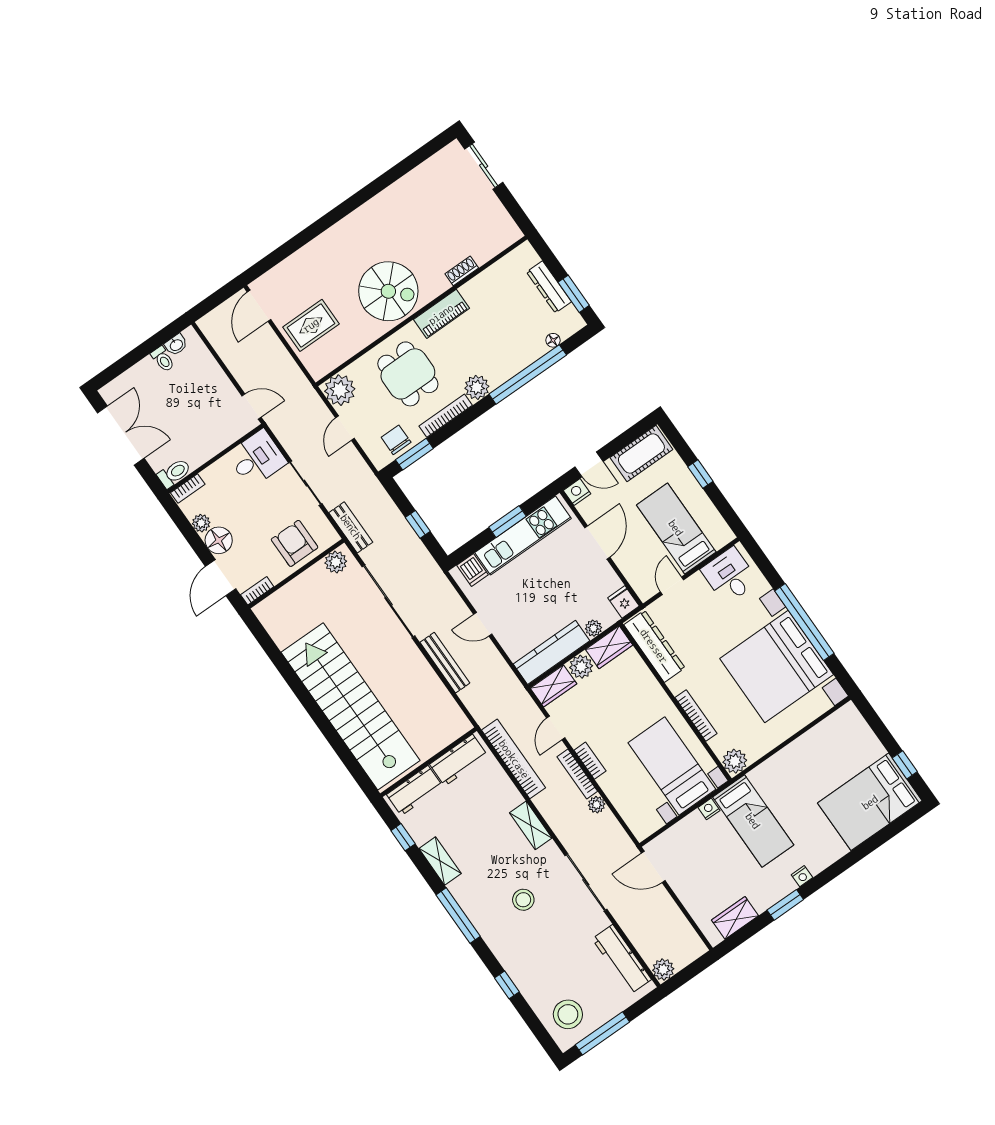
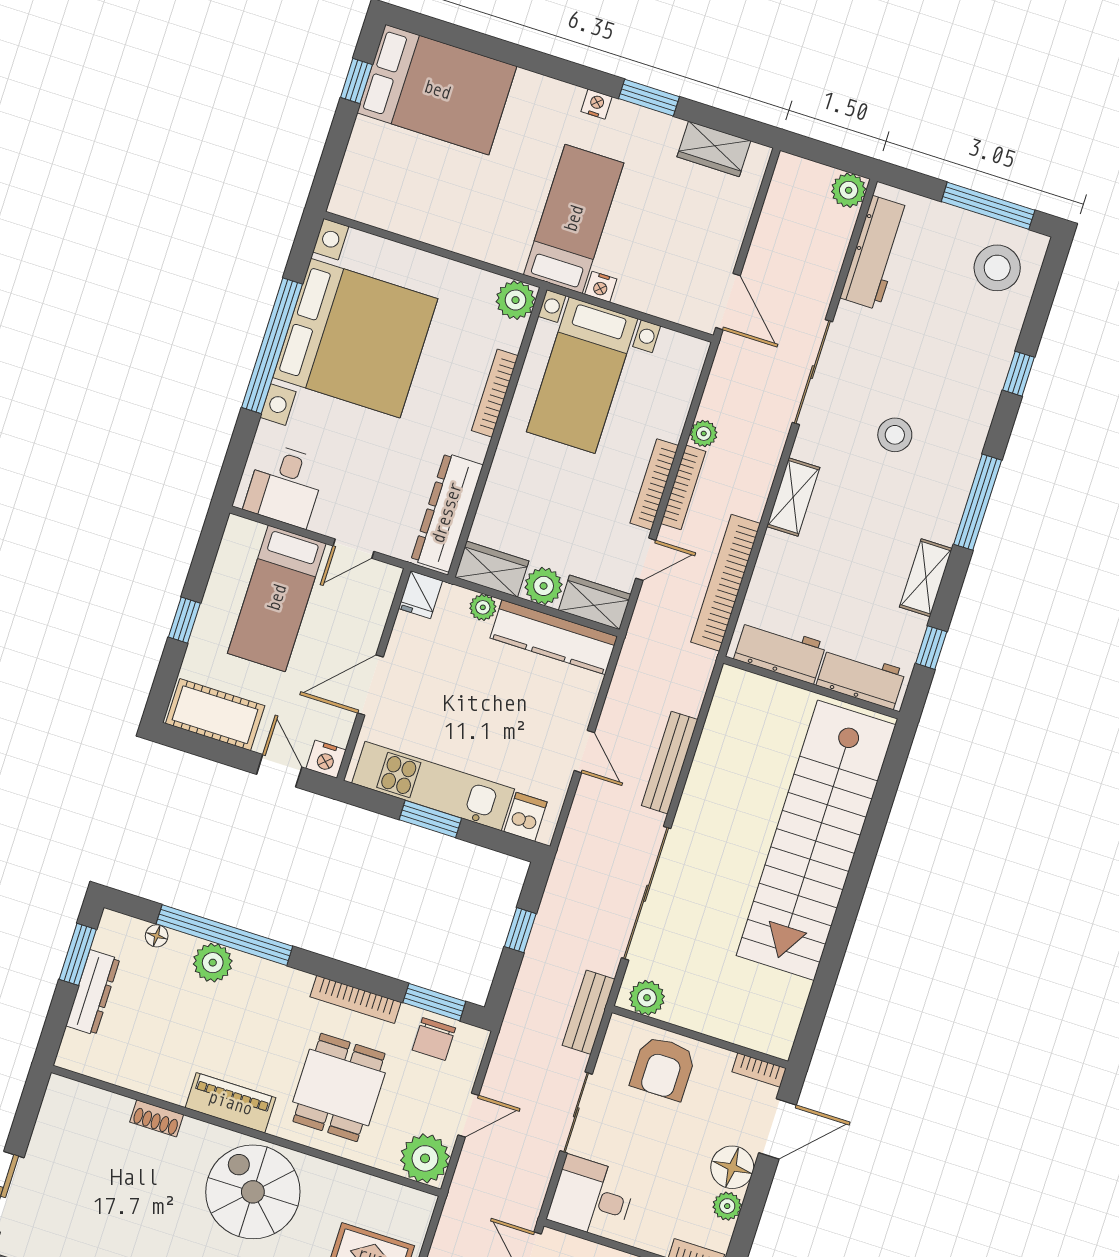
plant: (477, 387) -> (213, 963), moved
bookcase: (590, 761) -> (654, 484), width x1.56

